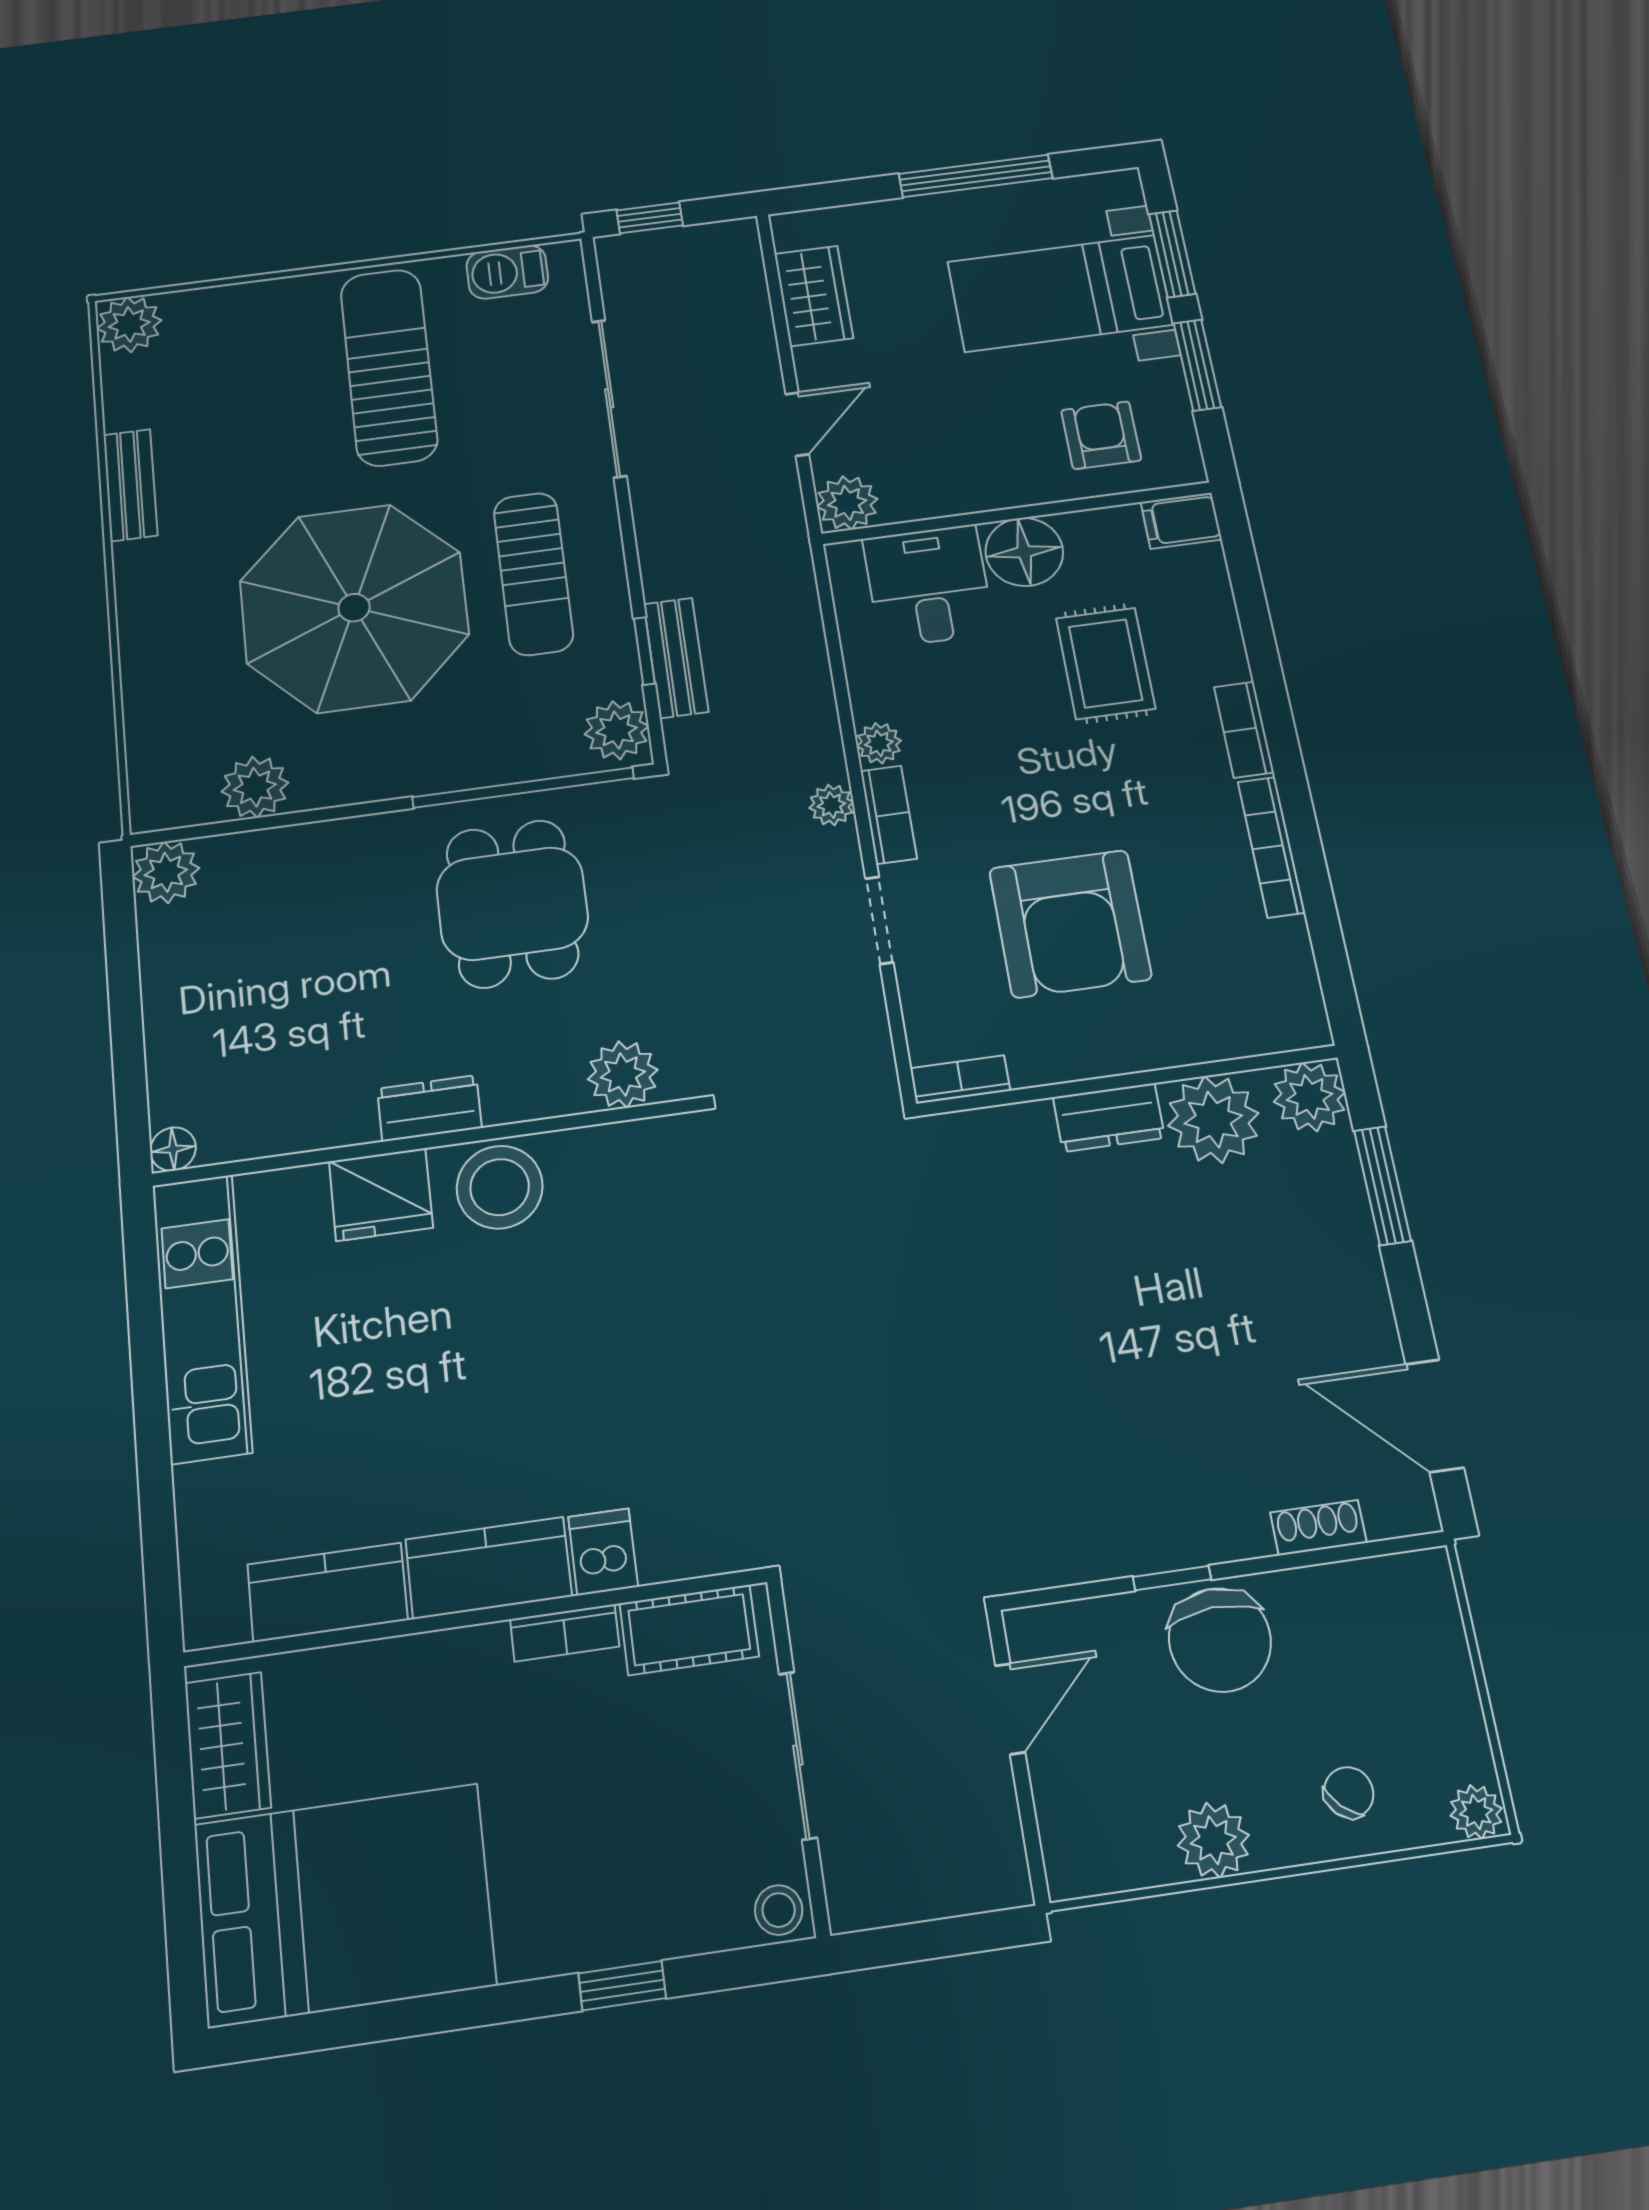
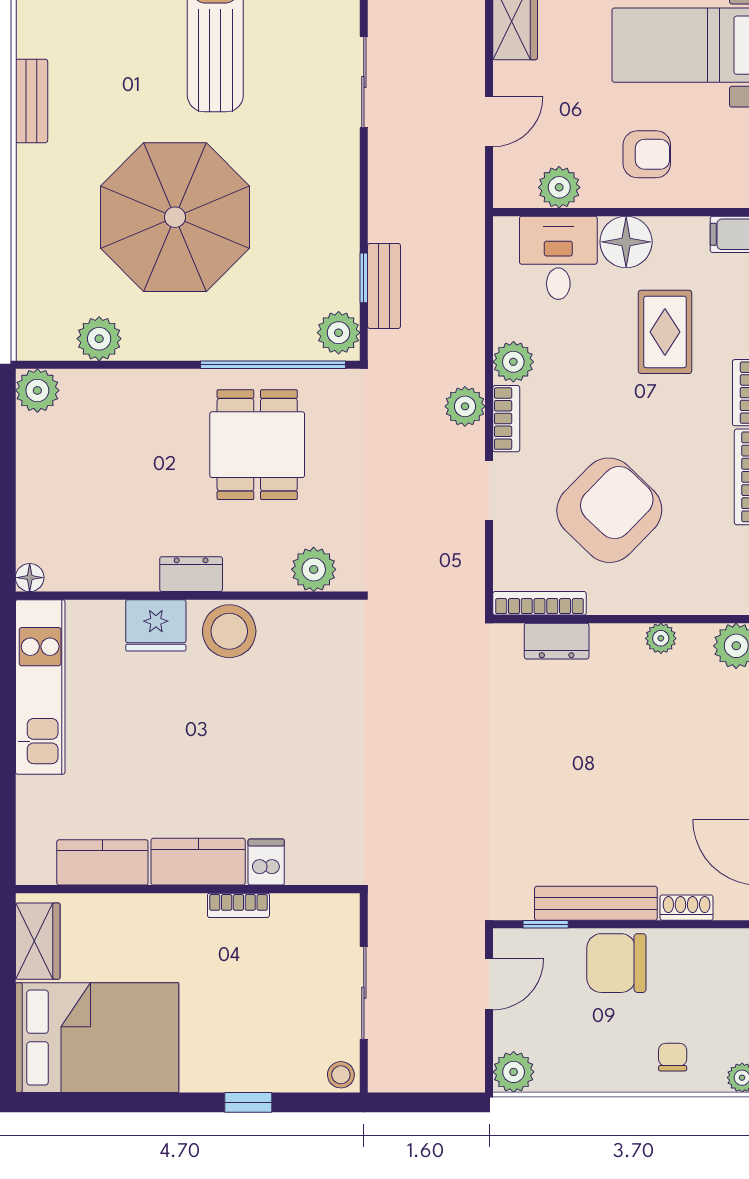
sliding door: (609, 398) -> (364, 82), width x0.73
armchair: (1101, 435) -> (647, 154), moved, turned 90
plant: (847, 503) -> (559, 187), moved
sun lounger: (533, 574) -> (297, 209), removed
plant: (879, 743) -> (513, 362), width x1.38, depth x1.38
plant: (831, 805) -> (465, 406), width x1.38, depth x1.38
armchair: (1070, 924) -> (609, 510), turned -136
bookcase: (960, 1079) -> (540, 603), width x1.56
dresser: (1109, 1118) -> (557, 641), moved
plant: (1213, 1119) -> (661, 638), width x0.53, depth x0.53
bench: (1166, 1542) -> (596, 903), added
window: (1172, 1578) -> (546, 924), moved
cot: (689, 1630) -> (311, 914), removed
chair: (1220, 1640) -> (616, 963), turned 93
chair: (1349, 1792) -> (673, 1057), turned -43
plant: (1213, 1840) -> (514, 1072), moved

